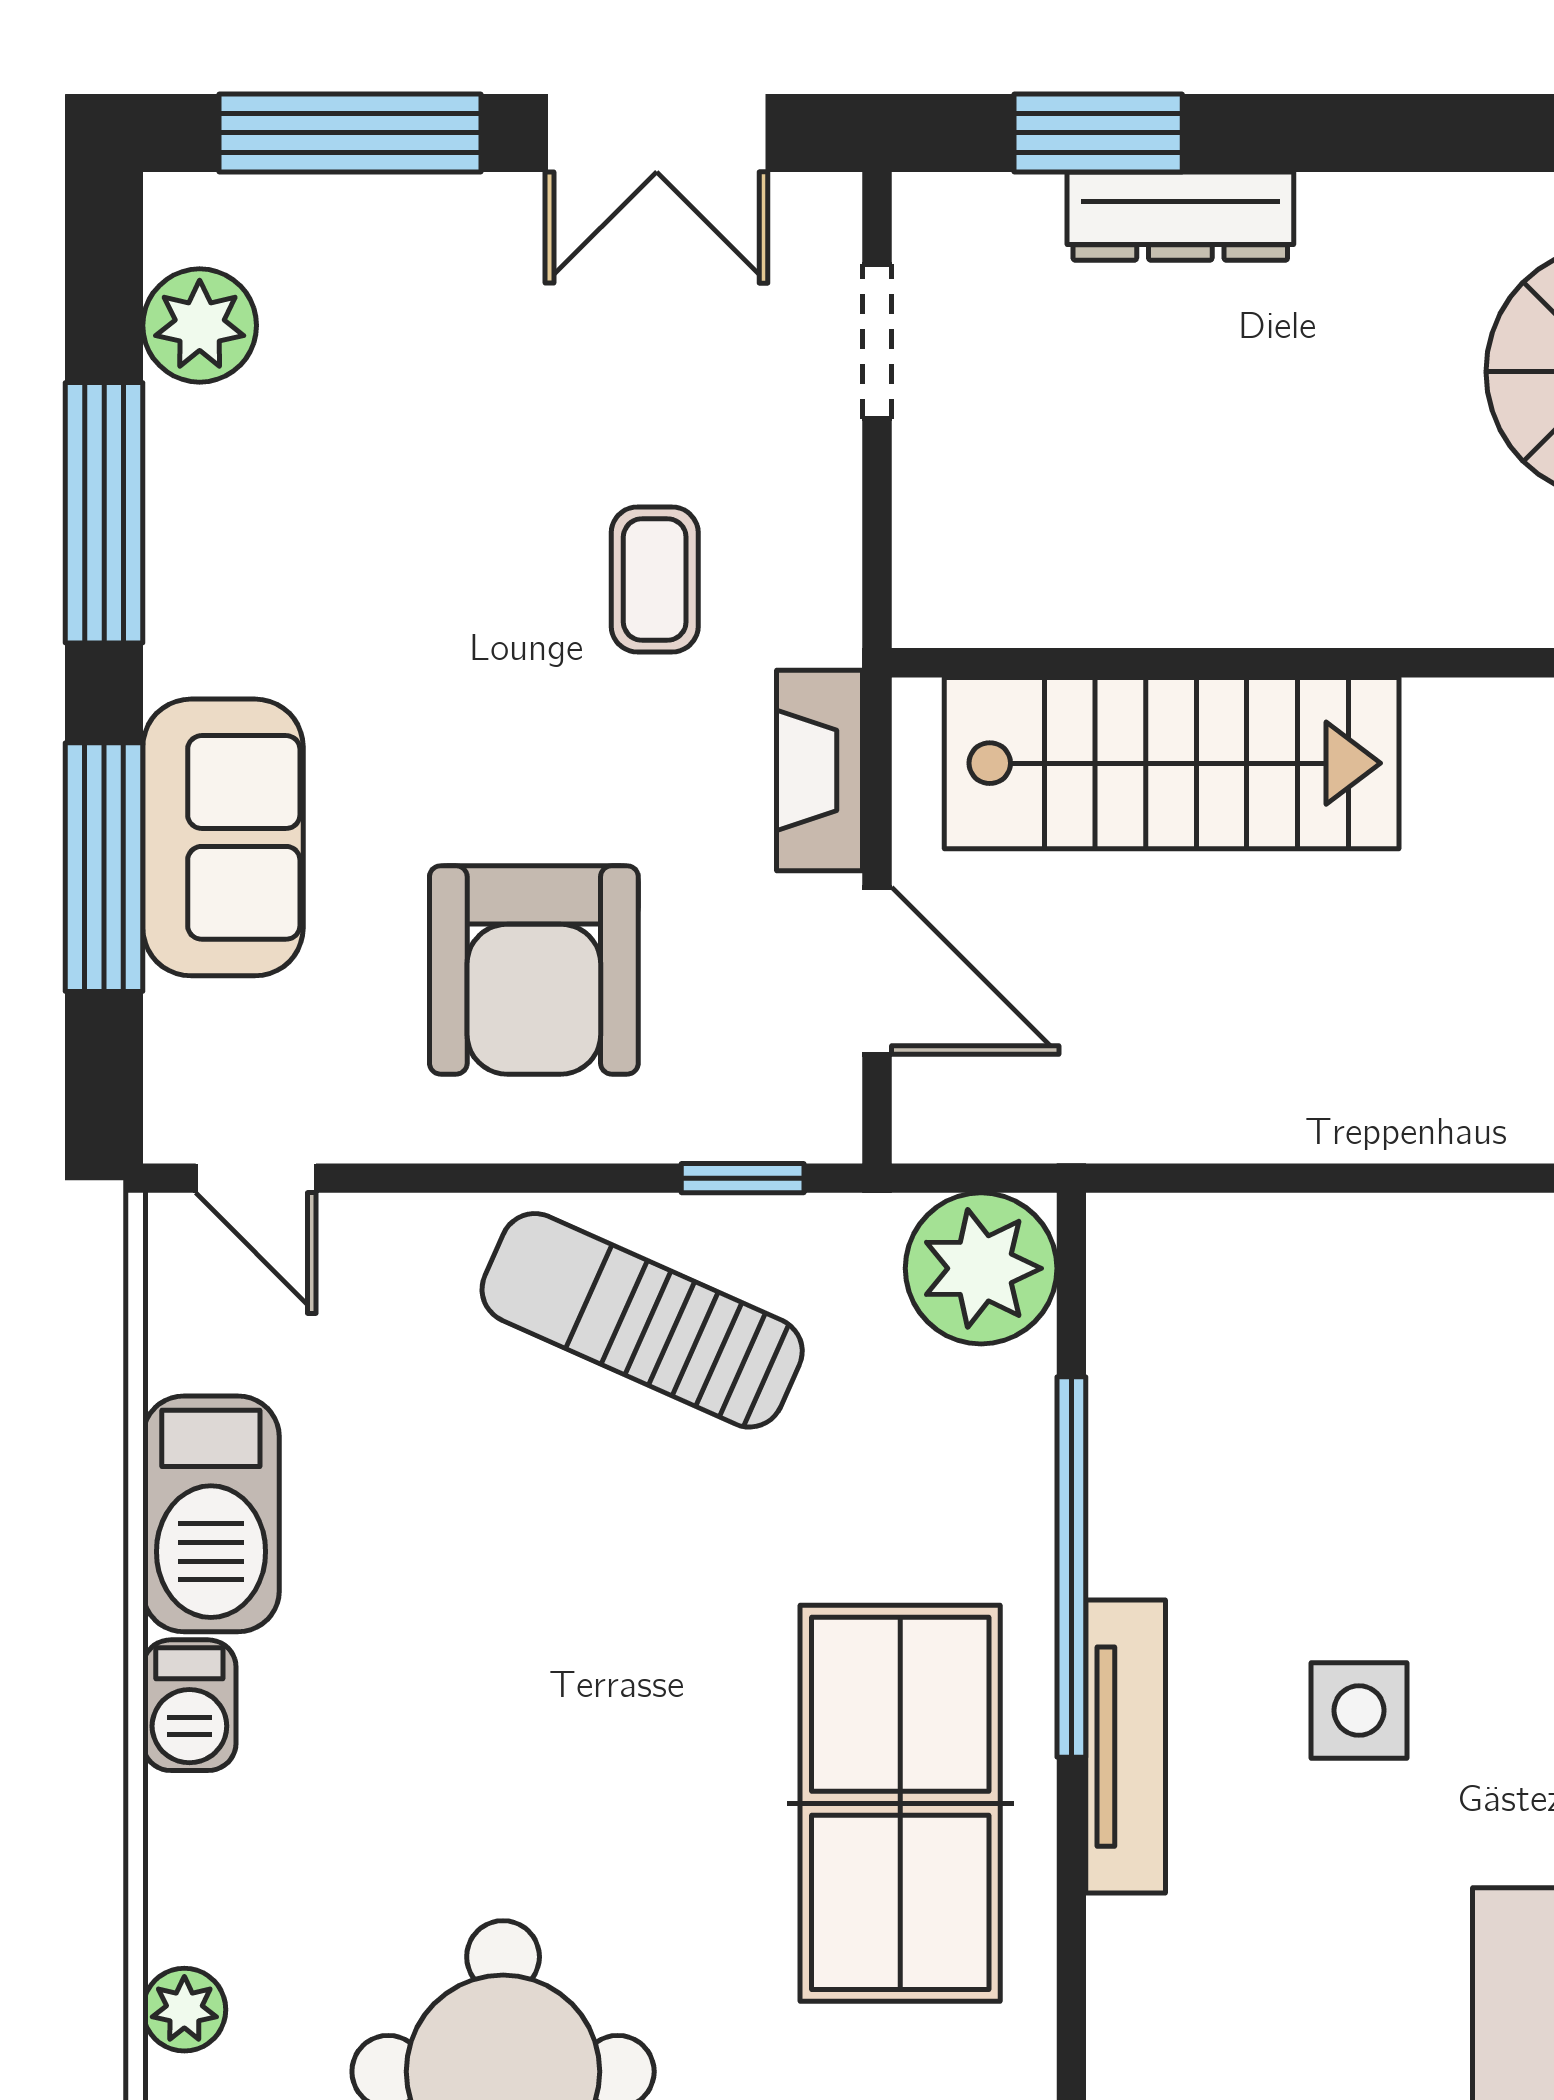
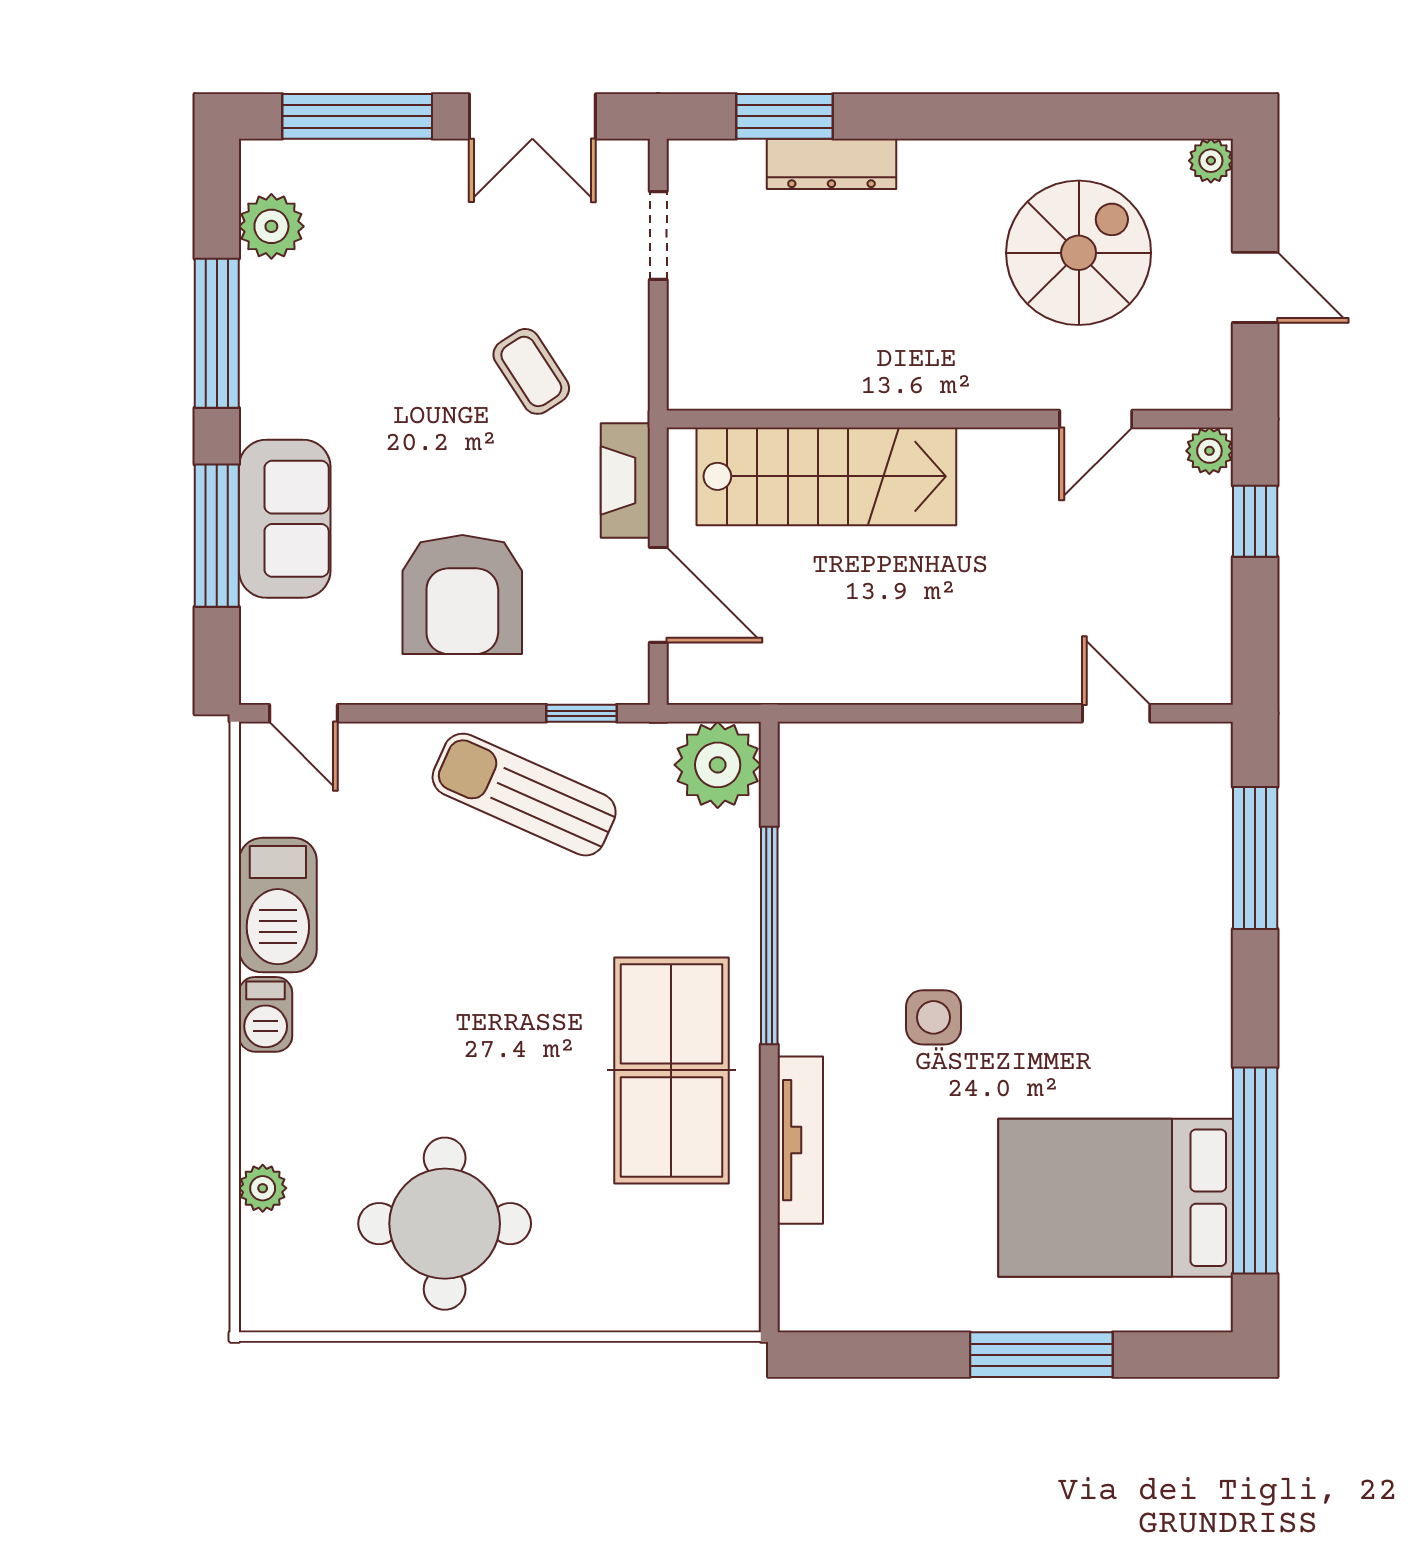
coffee table: (655, 579) -> (531, 371), turned -33
tv unit: (1126, 1747) -> (800, 1140), moved

